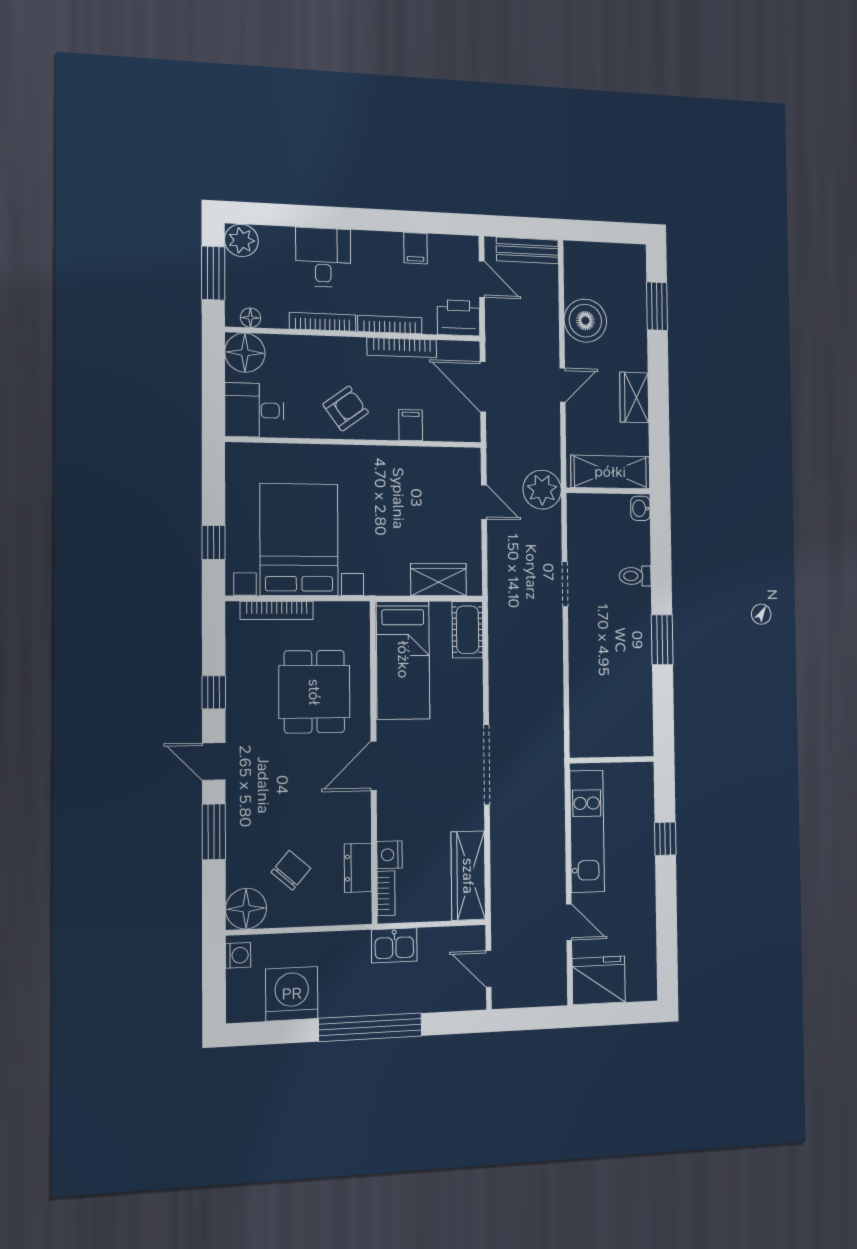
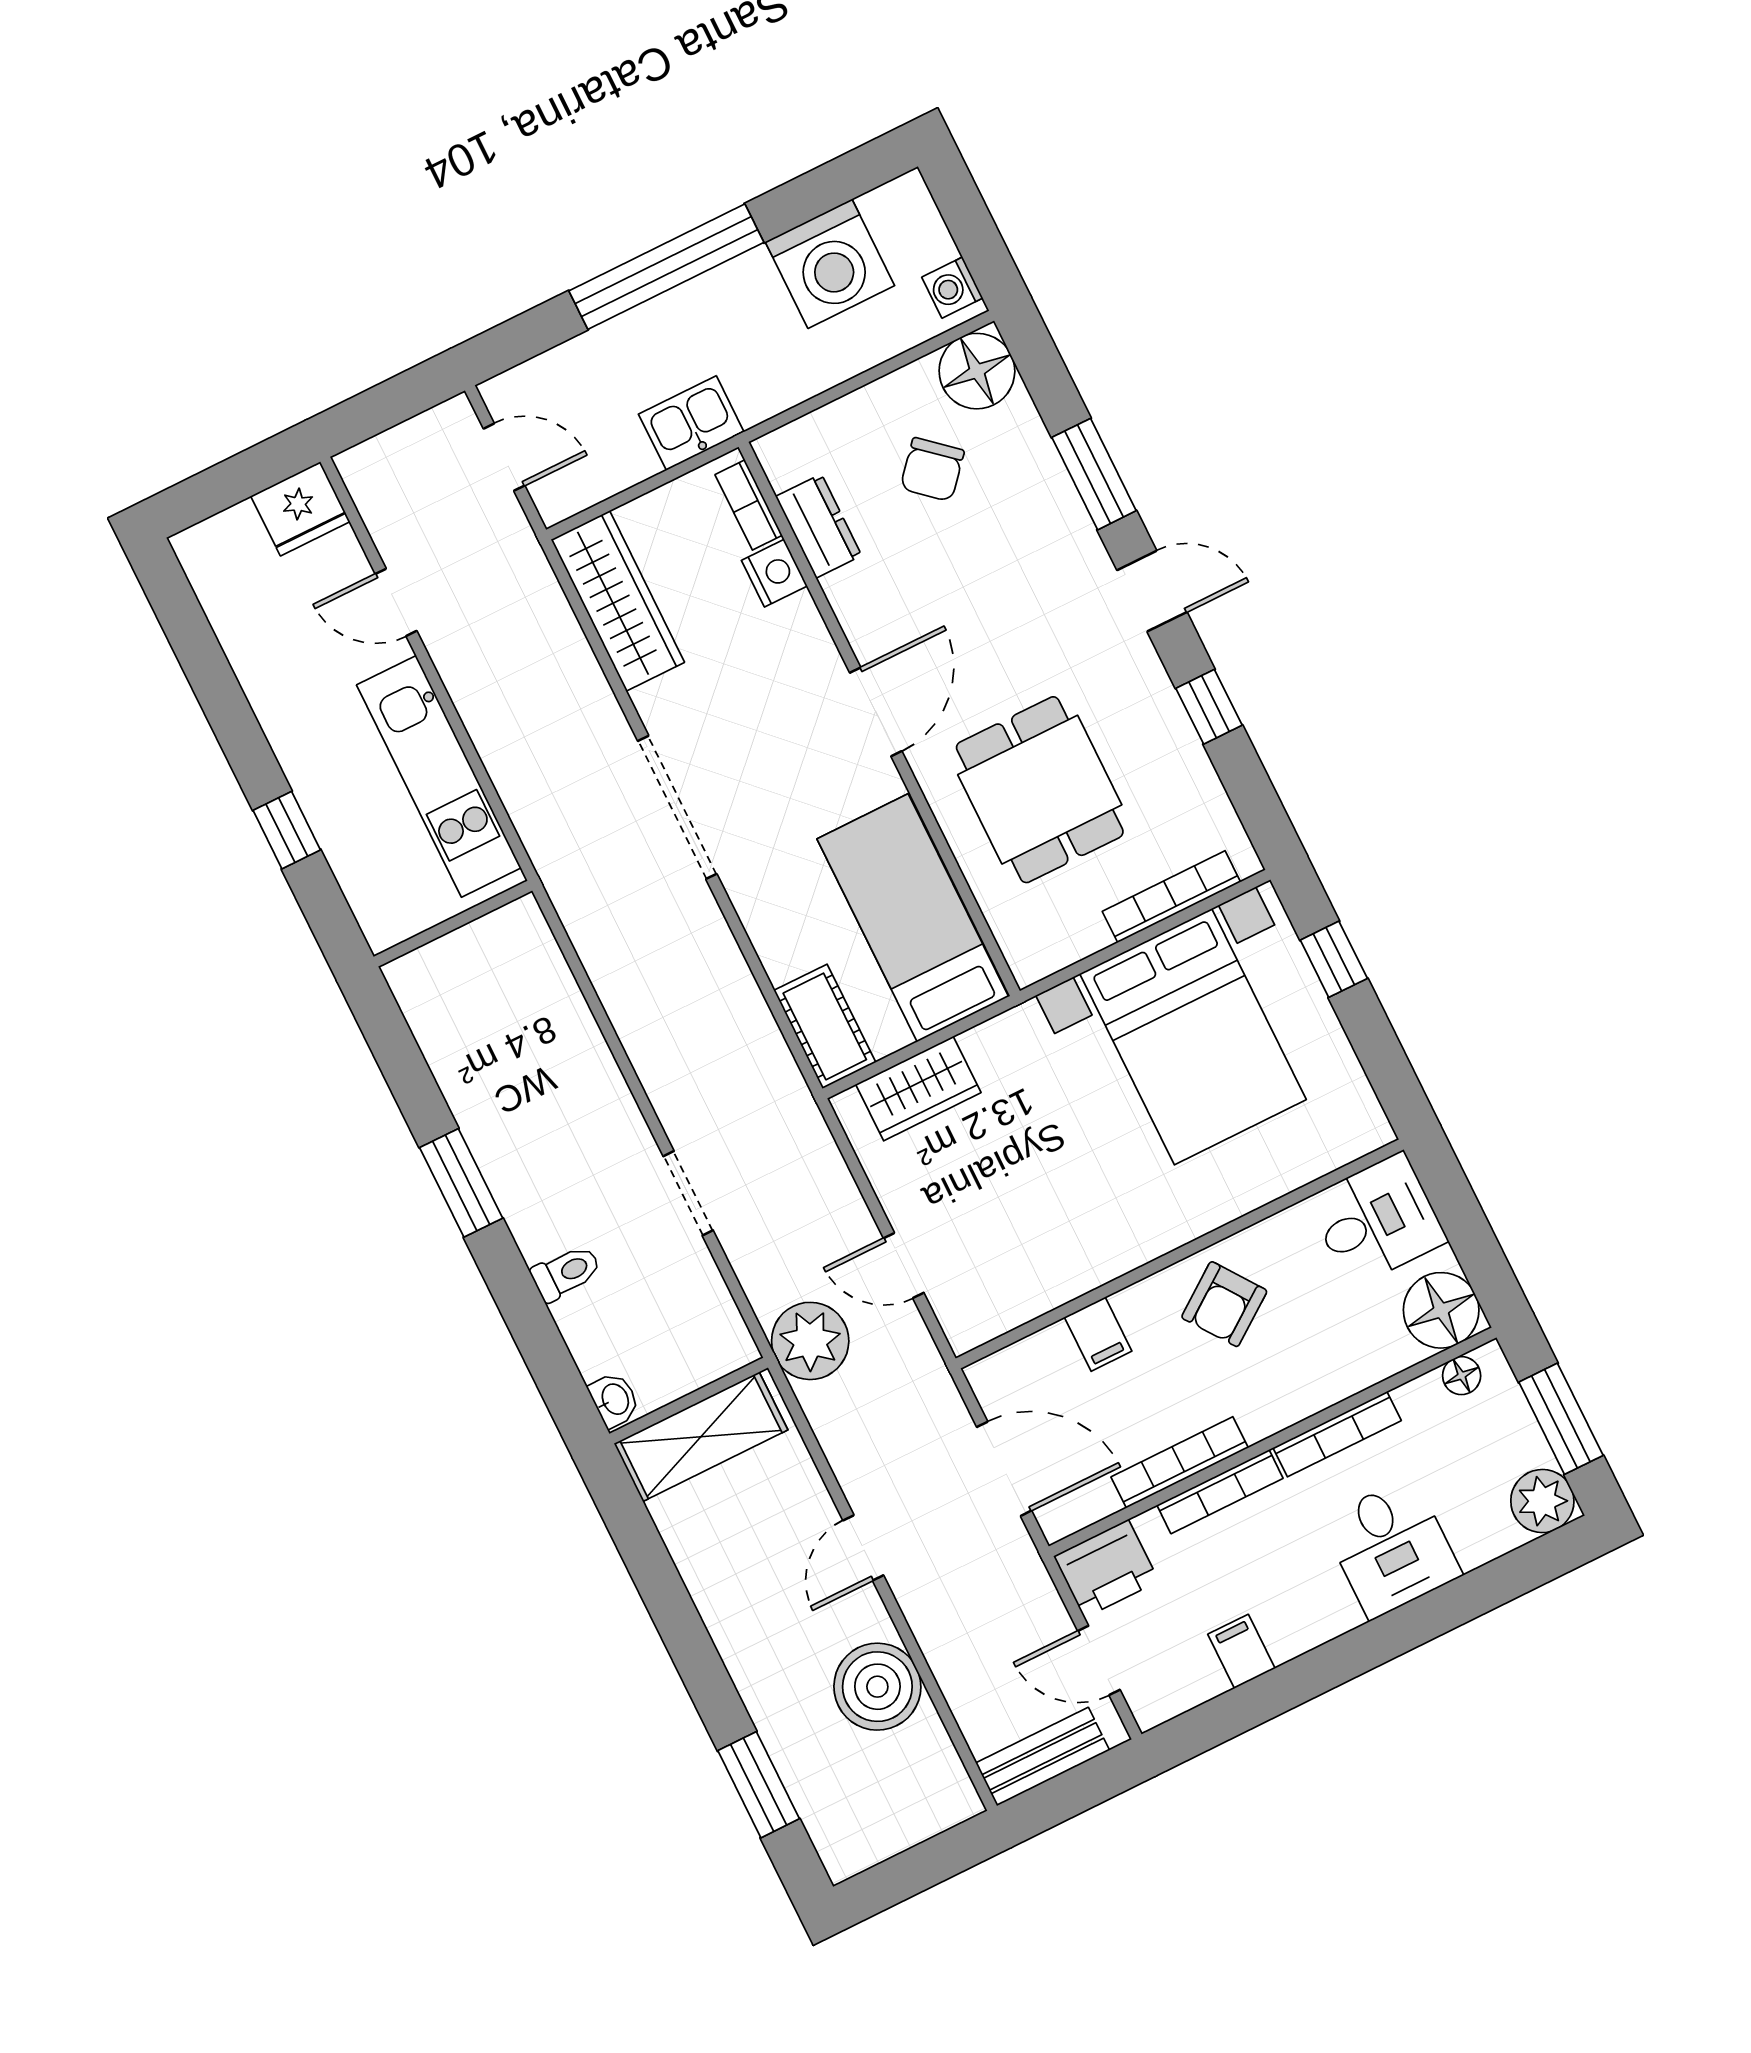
wardrobe: (634, 397) -> (722, 1595), removed
fridge: (599, 980) -> (300, 509), width x0.73, depth x0.75

